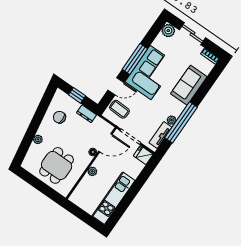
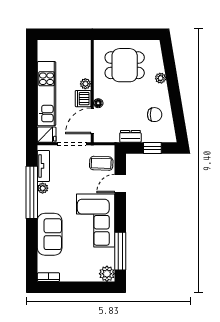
sliding door: (193, 34) -> (81, 287), removed
window: (135, 59) -> (120, 251), moved
dishwasher: (101, 162) -> (83, 99), added
dining table: (57, 165) -> (125, 65), turned 90
kitchen unit: (113, 198) -> (46, 94), moved

